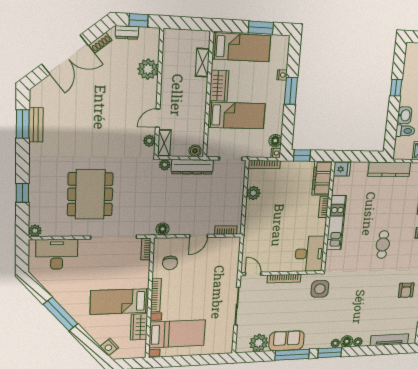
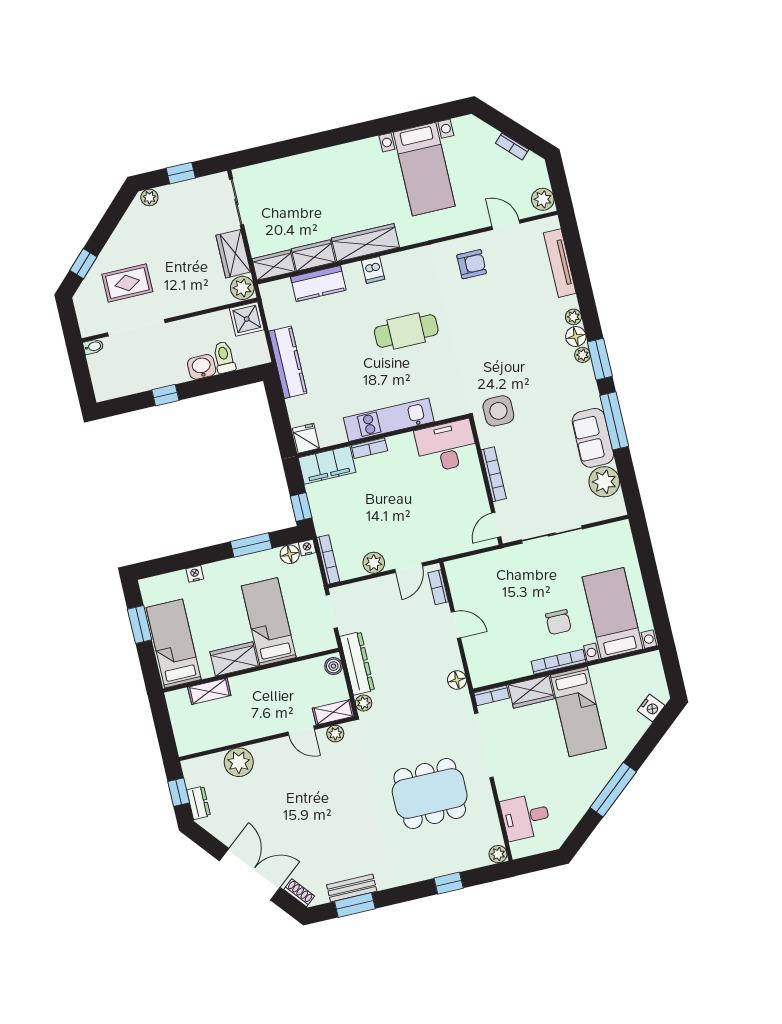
shoe rack: (100, 43) -> (299, 893), moved
window: (291, 91) -> (251, 545), moved
door: (244, 214) -> (409, 568), added
cafe table: (383, 245) -> (406, 331), width x1.37, depth x1.35
desk: (57, 254) -> (526, 817), width x0.73
chair: (170, 263) -> (558, 622), moved, turned 90
wardrobe: (139, 327) -> (531, 692), moved

